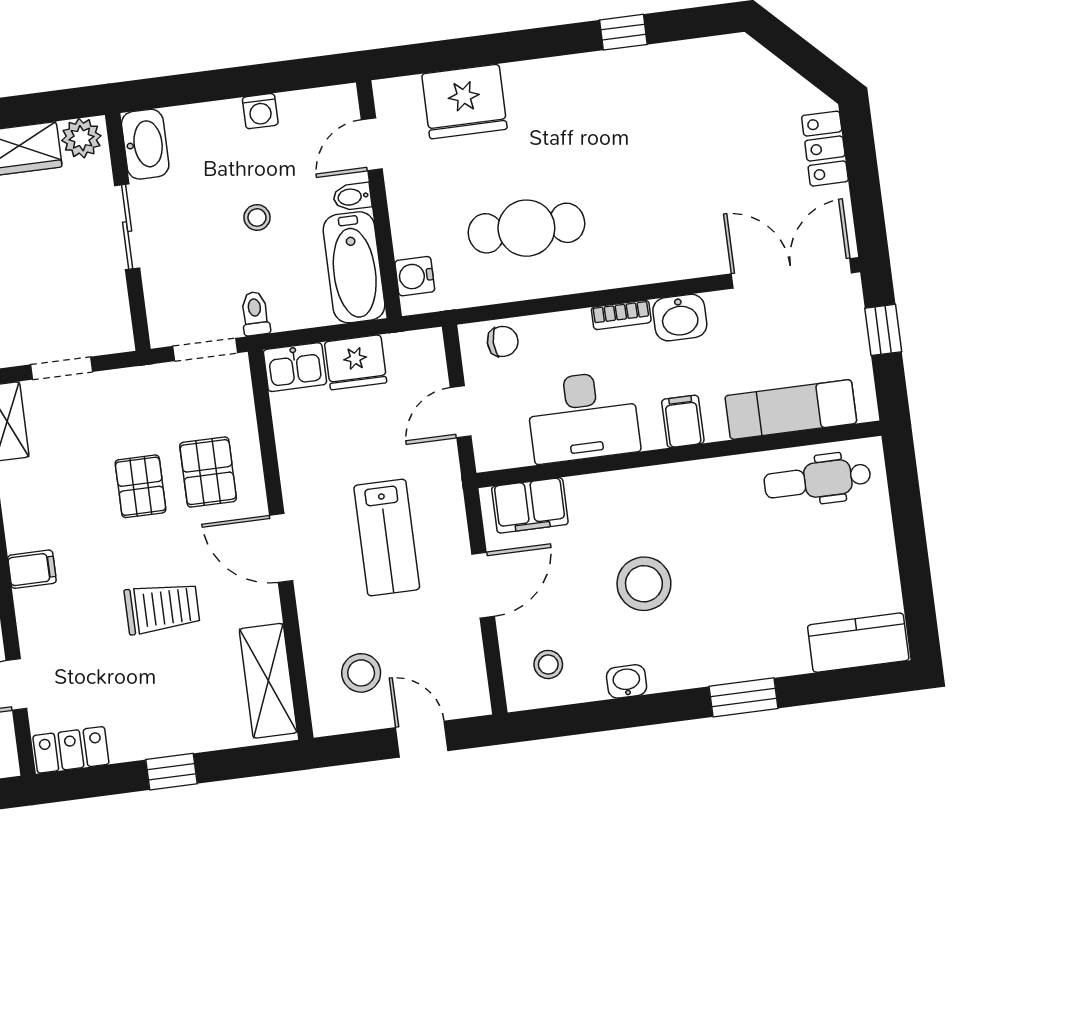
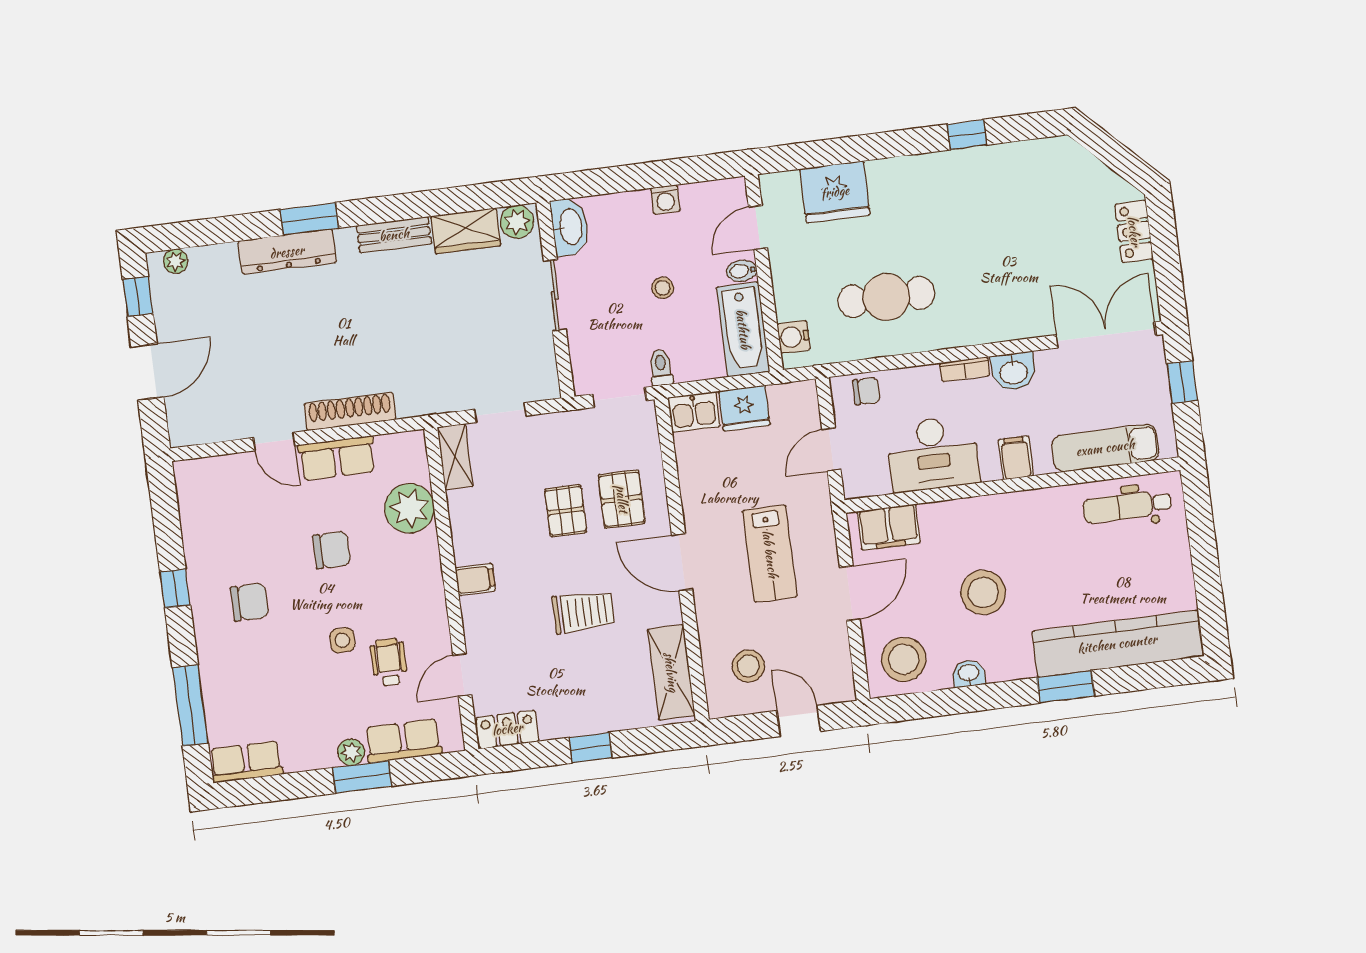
kitchen counter: (858, 643) -> (1117, 644), width x2.08, depth x1.17
stool: (548, 664) -> (904, 659), width x1.89, depth x1.89

